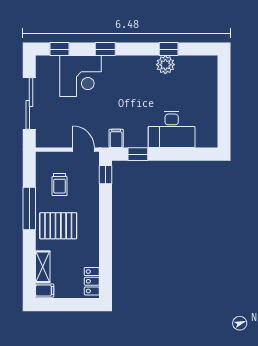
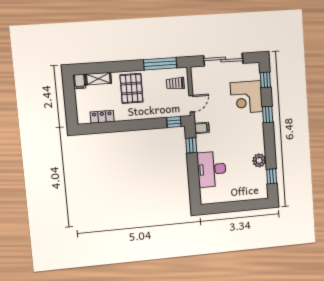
window: (169, 49) -> (272, 176), moved
trolley: (60, 184) -> (175, 83), moved
window: (29, 209) -> (160, 64), moved
locker: (92, 281) -> (102, 117), moved

